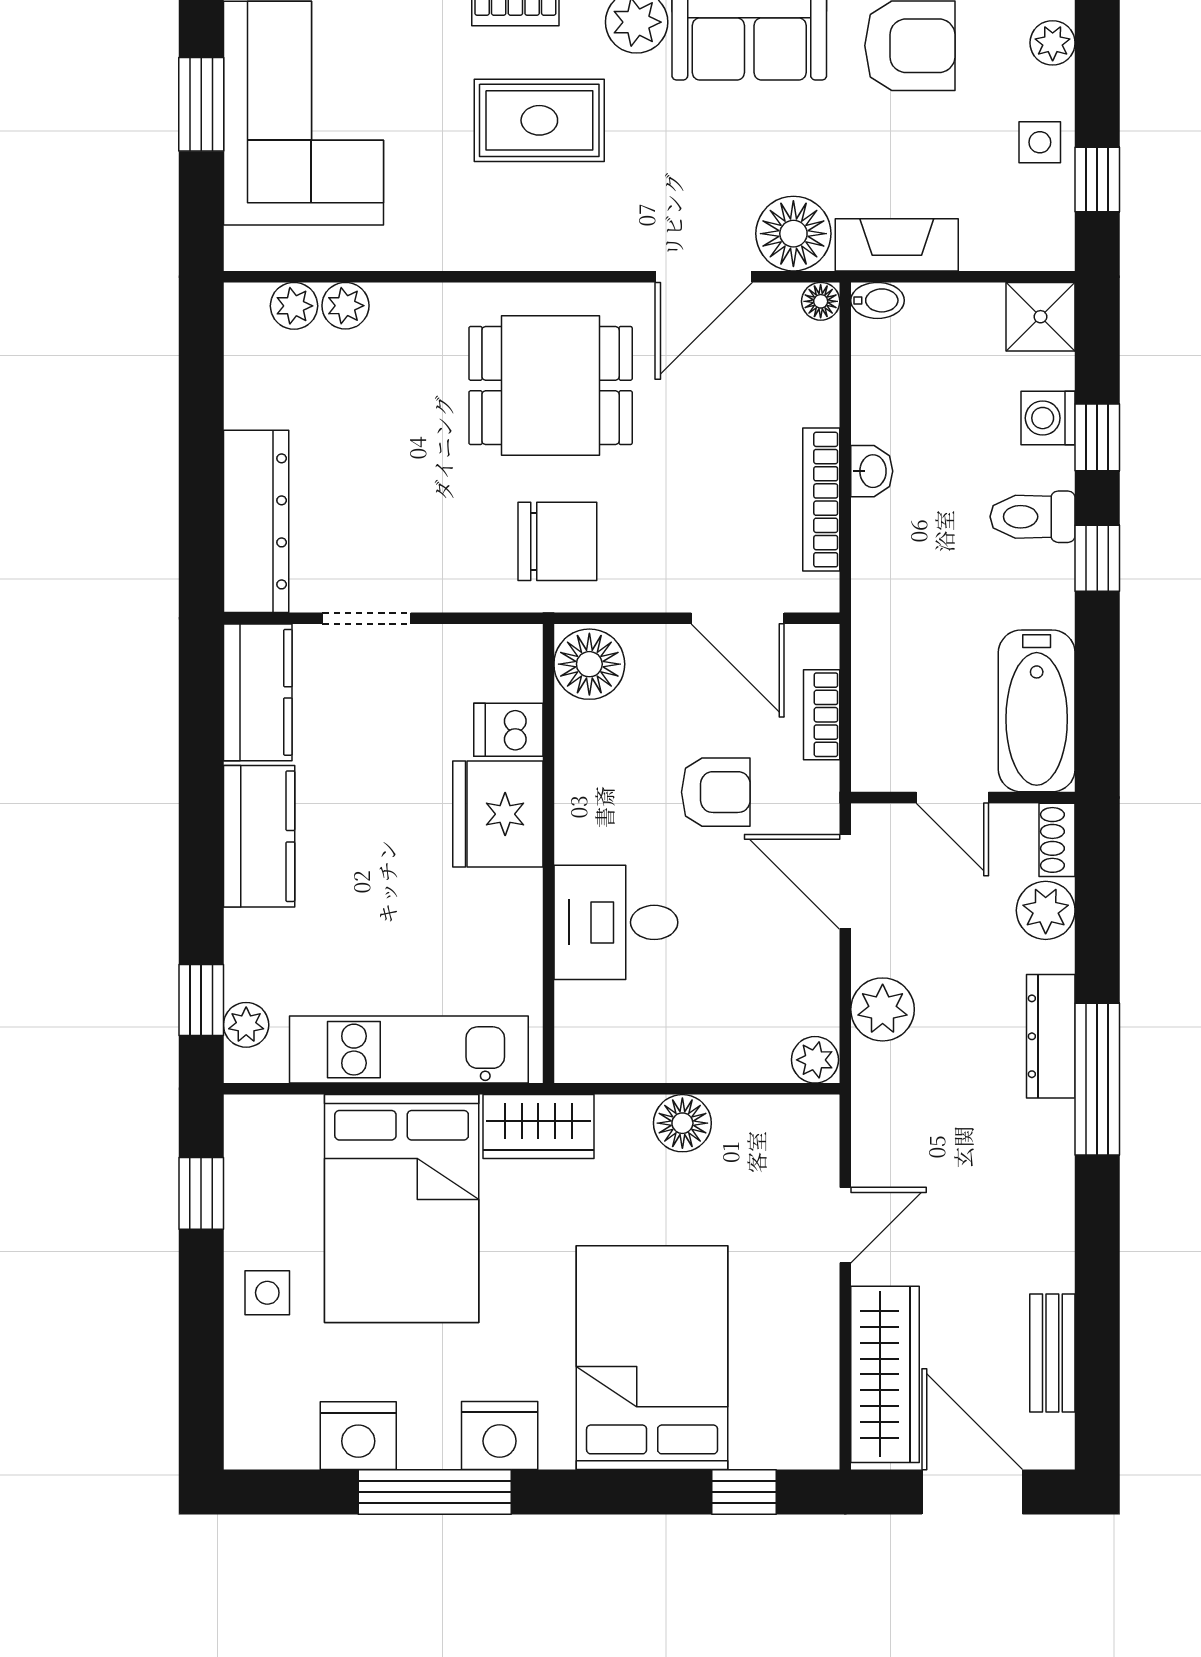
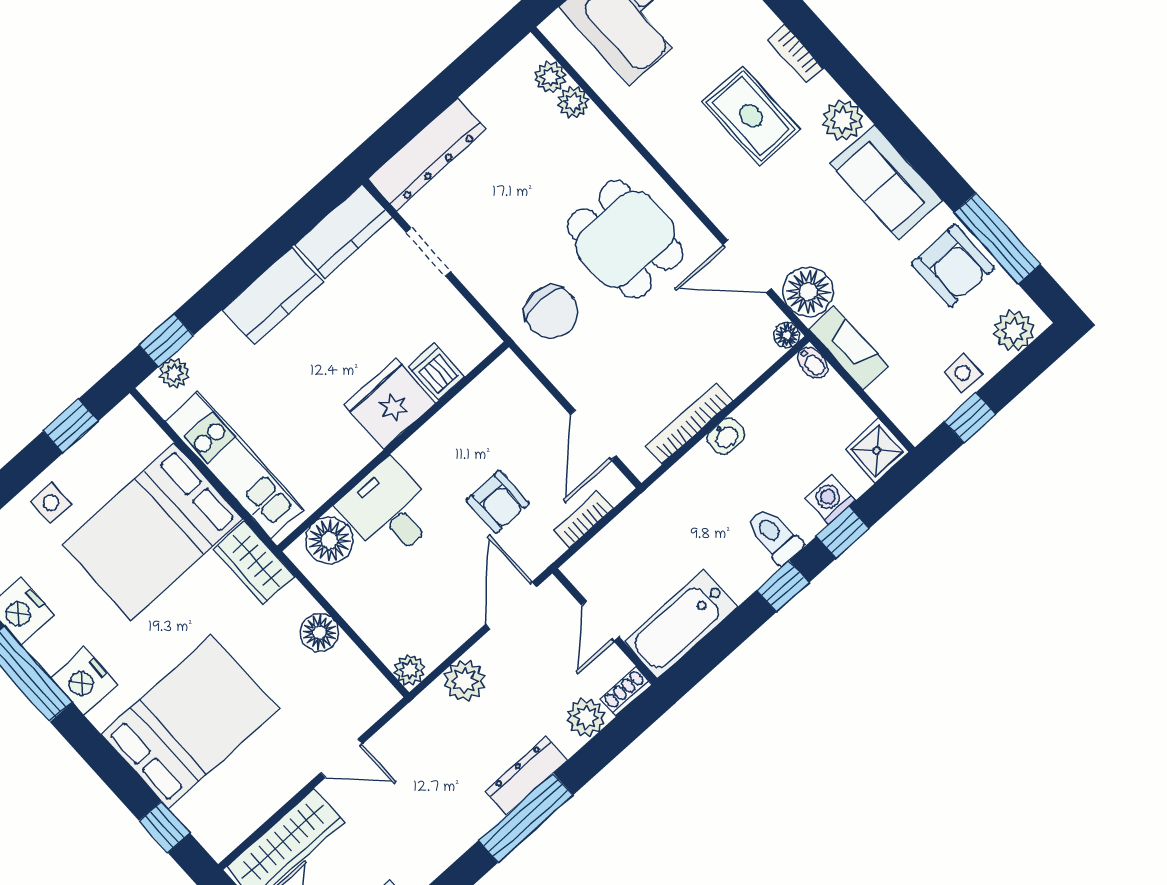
plant: (1053, 43) -> (1014, 331), width x1.38, depth x1.38
floor lamp: (589, 664) -> (329, 540), moved

